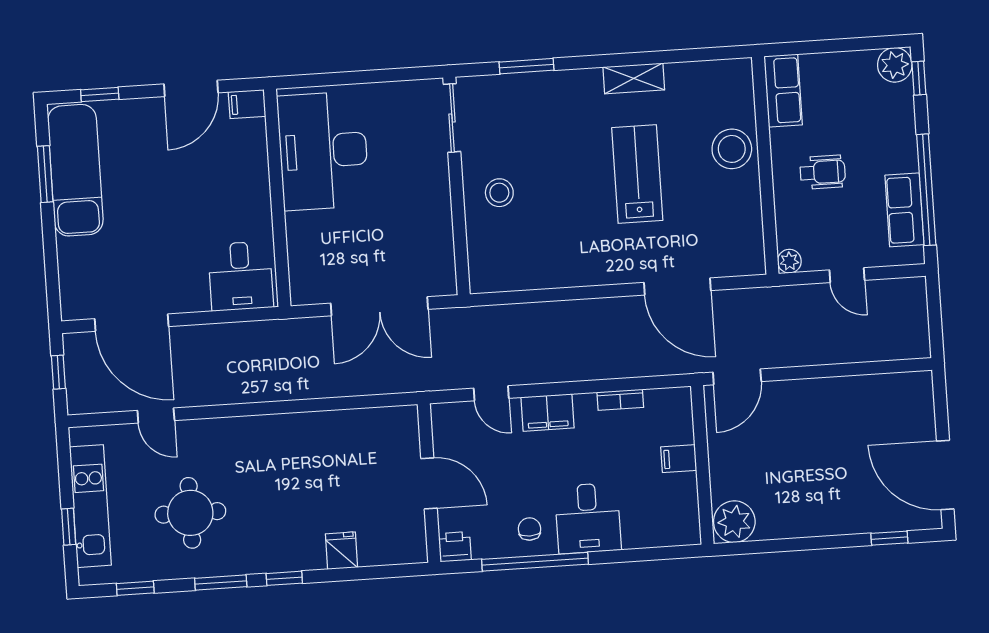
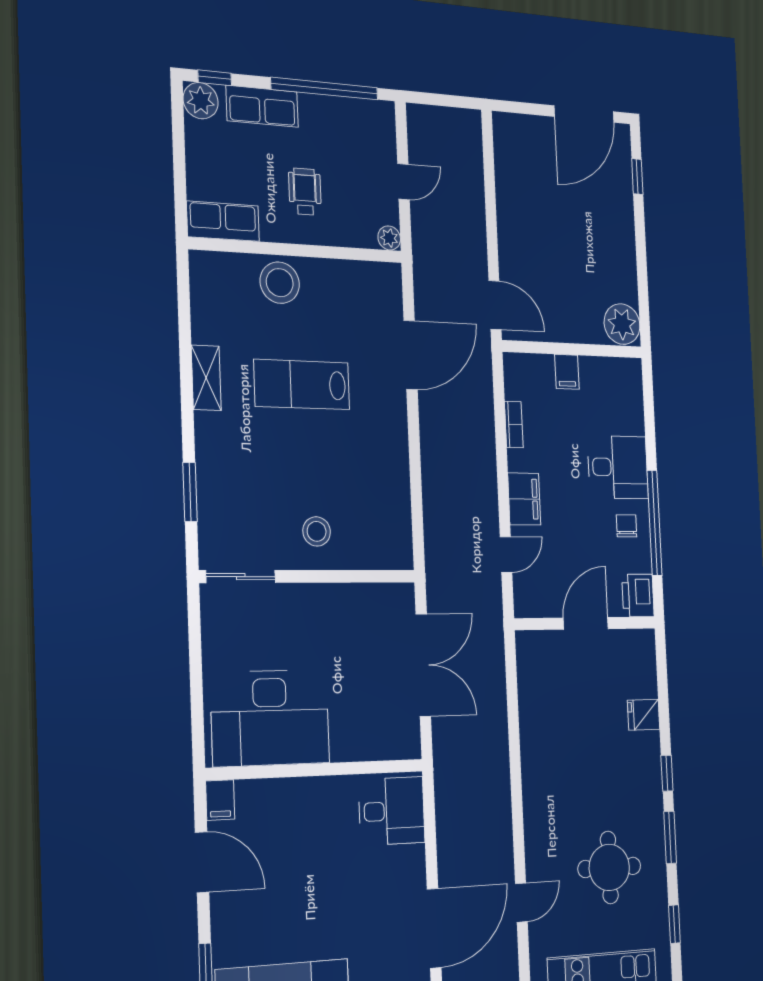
row of seats: (904, 210) -> (262, 106), moved
chair: (529, 529) -> (626, 526), turned 90
printer: (455, 547) -> (638, 595), width x1.36, depth x1.24

